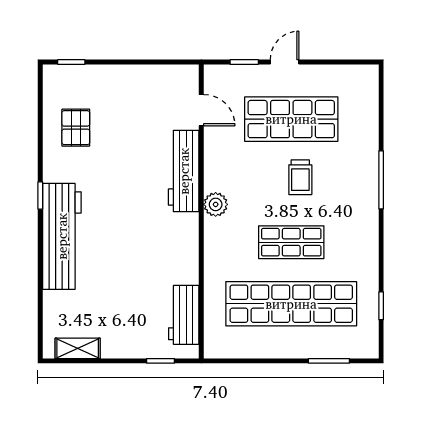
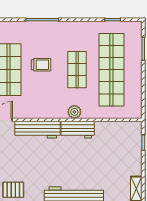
plant: (216, 204) -> (74, 112), moved
workbench: (184, 315) -> (78, 130), moved

